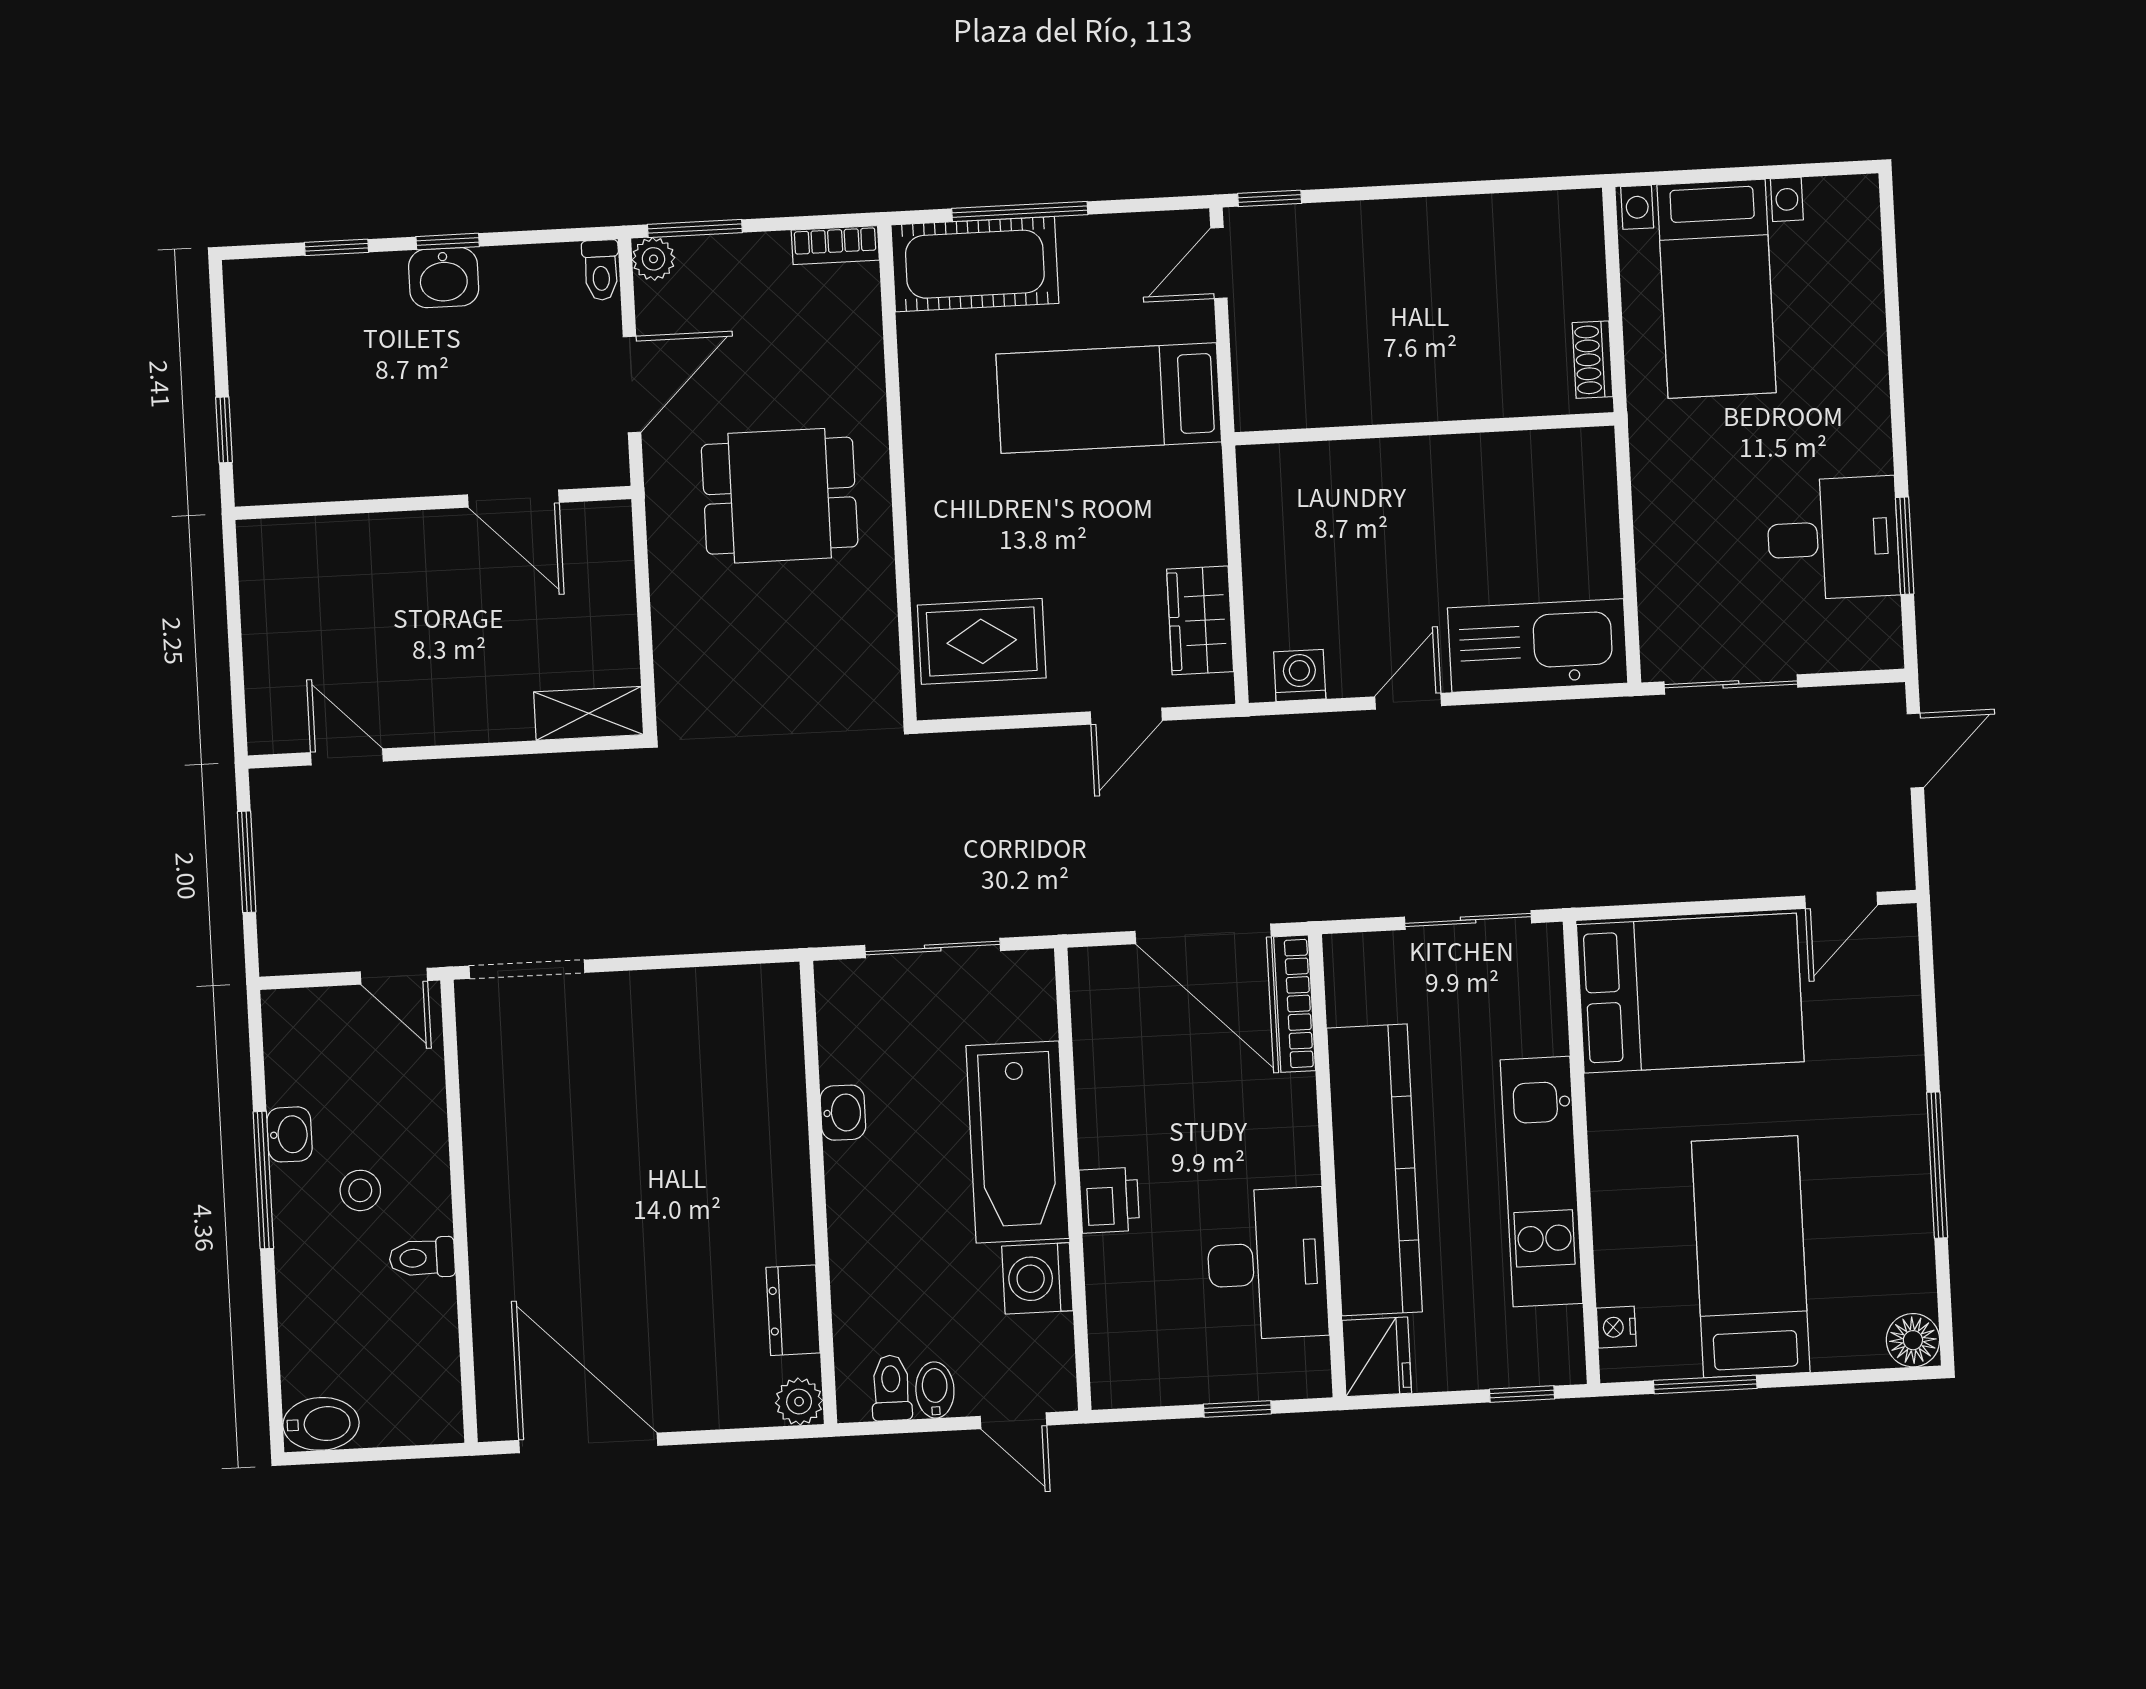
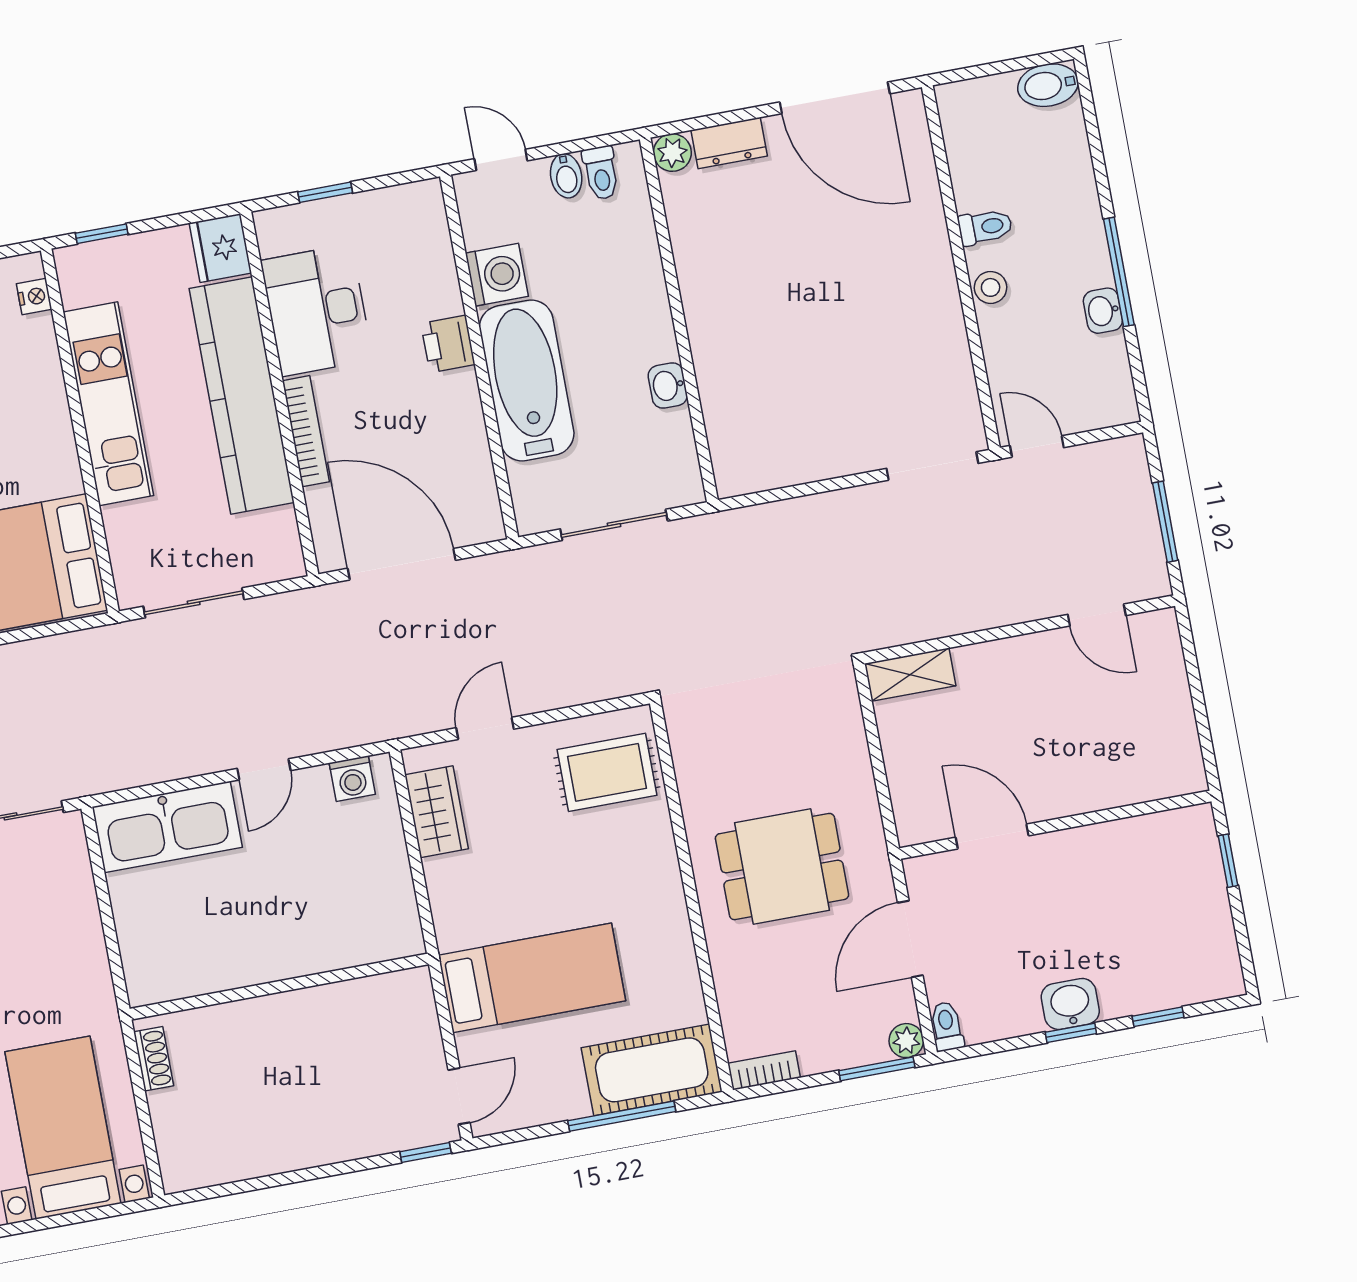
bookcase: (1295, 1004) -> (306, 431), moved
stool: (360, 1190) -> (991, 287), moved
dresser: (793, 1310) -> (729, 143), moved, turned 90

